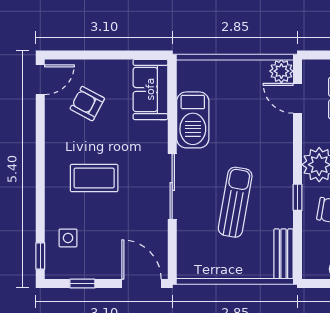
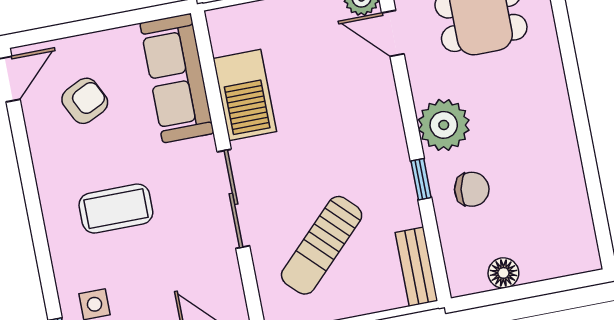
sofa: (150, 89) -> (177, 78), width x1.36
armchair: (87, 104) -> (85, 101), turned 126
sun lounger: (235, 202) -> (322, 245), moved, turned -145

